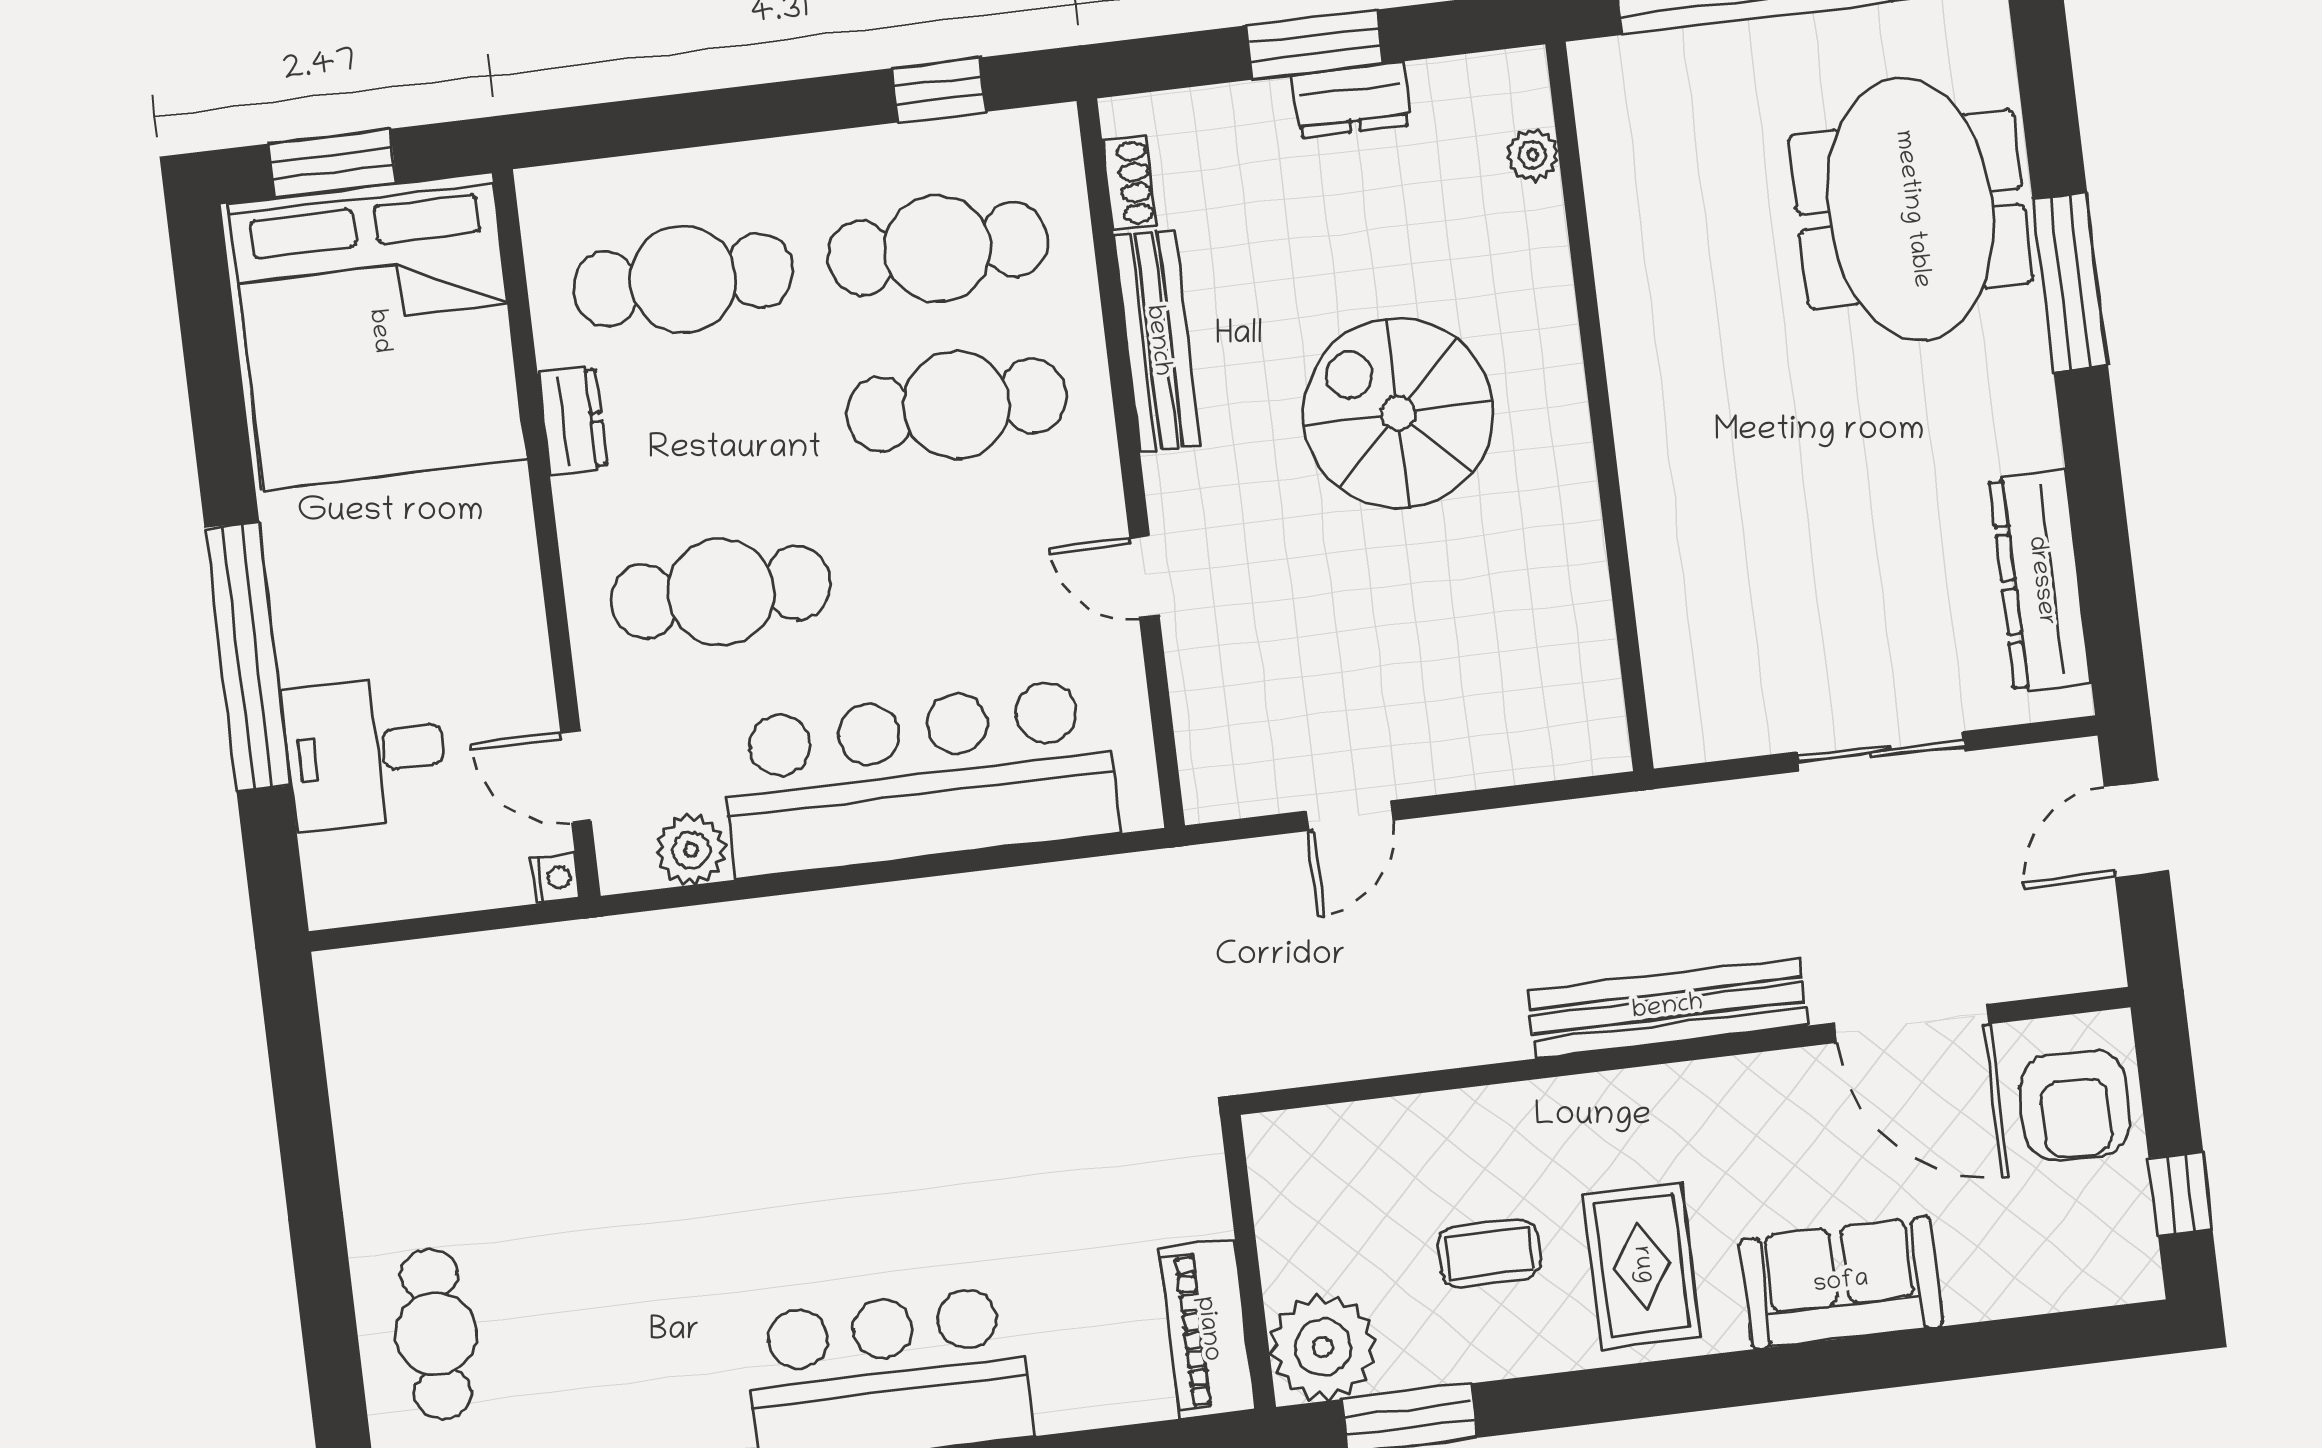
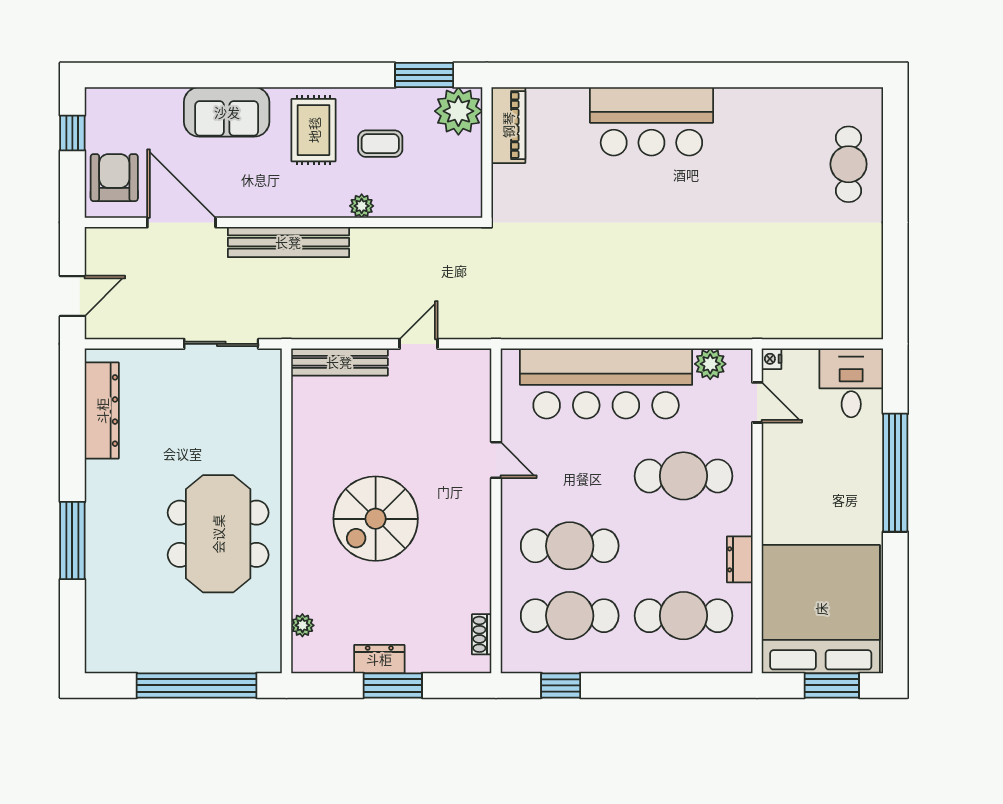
meeting table: (1911, 209) -> (218, 534), moved
bench: (1157, 341) -> (339, 362), moved, turned 90
spiral stairs: (1398, 413) -> (376, 519), turned 90
sliding door: (1881, 751) -> (221, 344), moved
desk: (365, 752) -> (851, 383), moved, turned -90
plant: (1514, 1109) -> (362, 206), added

